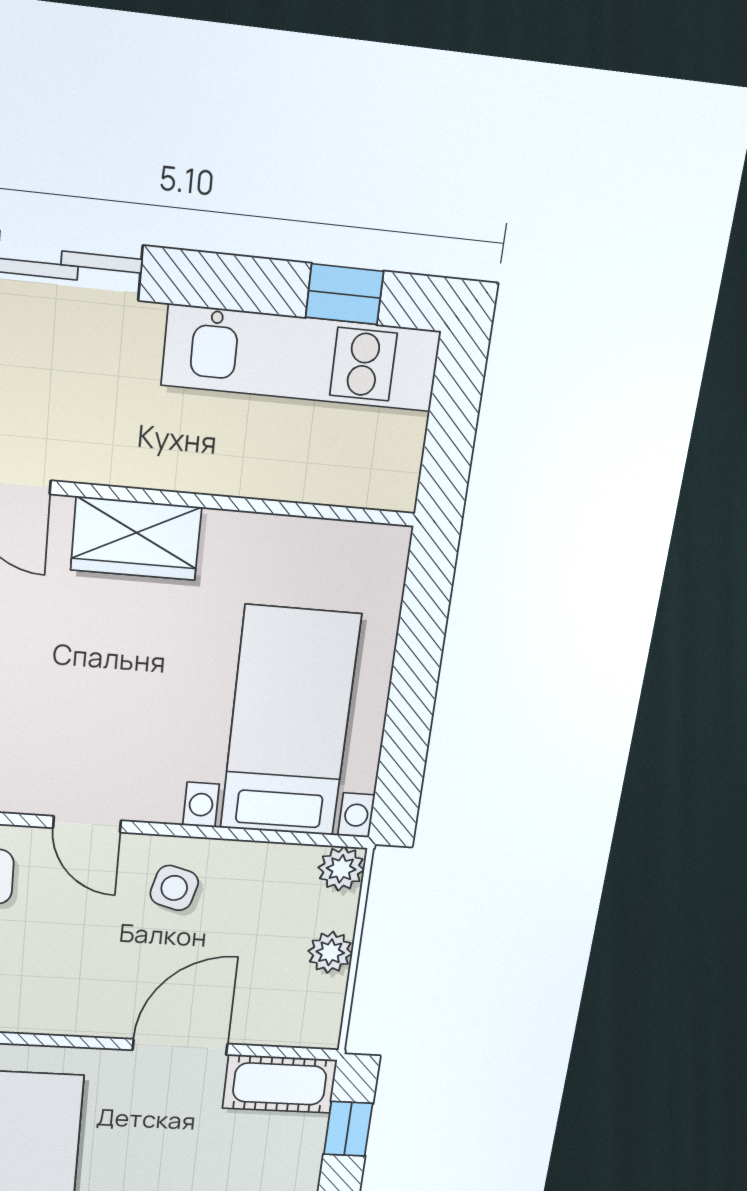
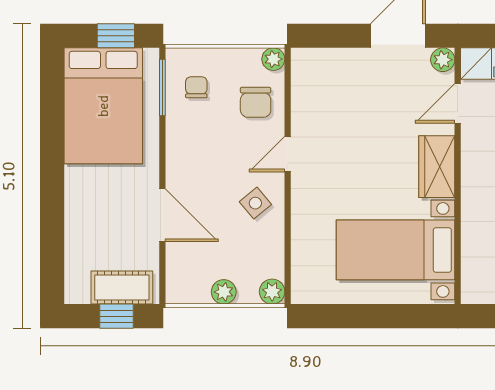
bed with nightstands: (290, 723) -> (396, 250), moved, turned 180
side table: (174, 888) -> (255, 203), turned 35
cot: (280, 1084) -> (122, 288), moved, turned 90

